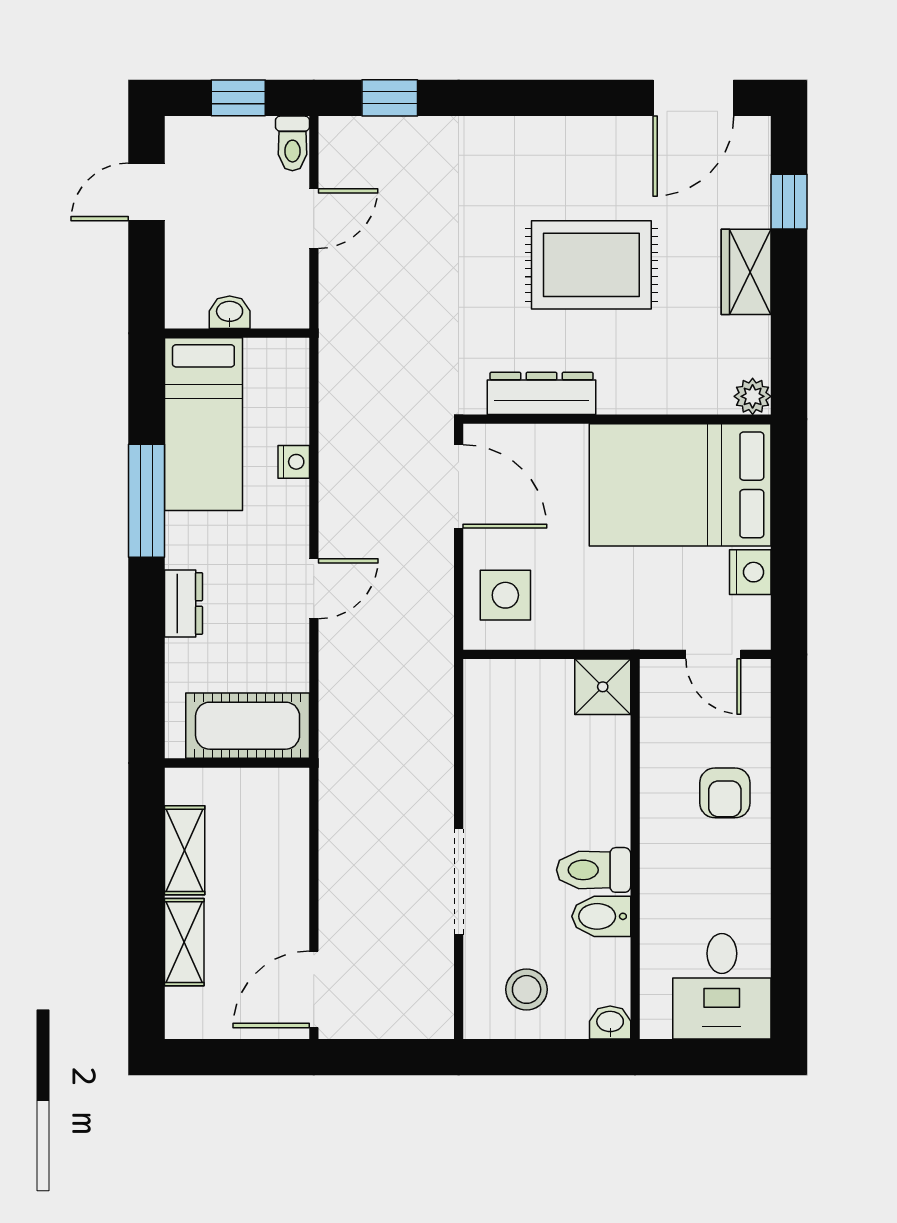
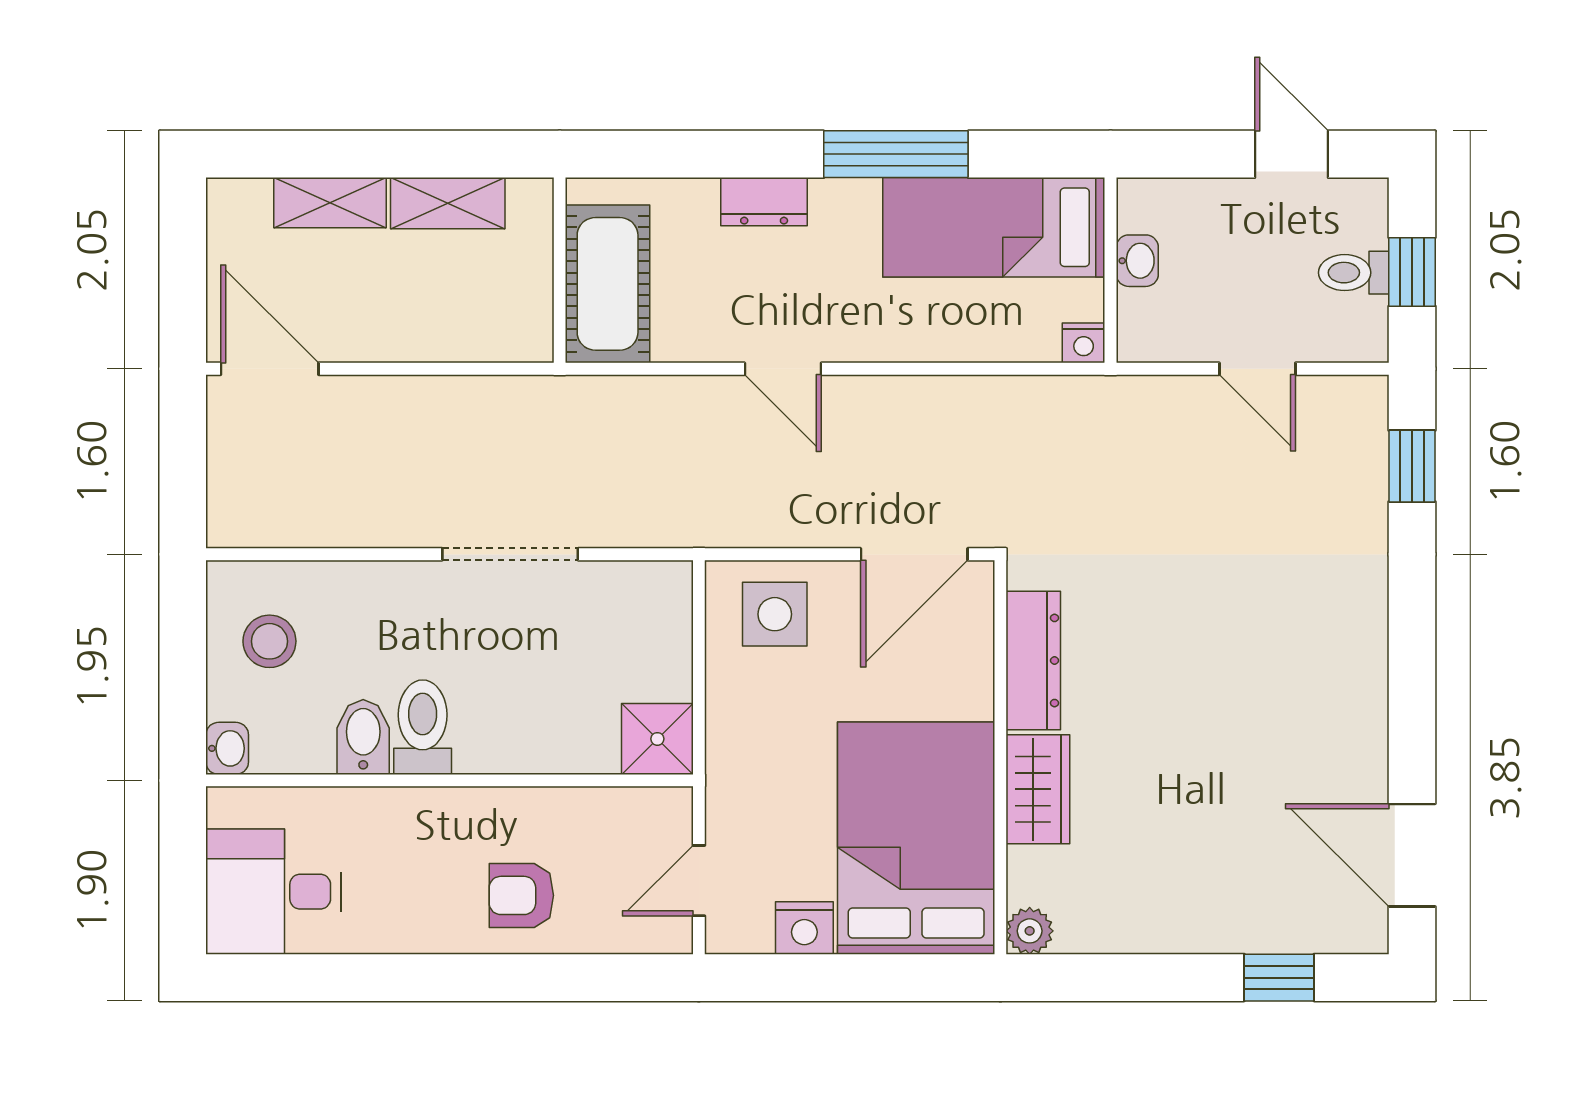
toilet: (292, 143) -> (1354, 273), moved
rug: (591, 265) -> (1198, 724), removed
wardrobe: (746, 272) -> (1038, 789), moved, turned 90
nightstand: (294, 462) -> (1084, 343), moved
doorway: (459, 882) -> (510, 554), moved

